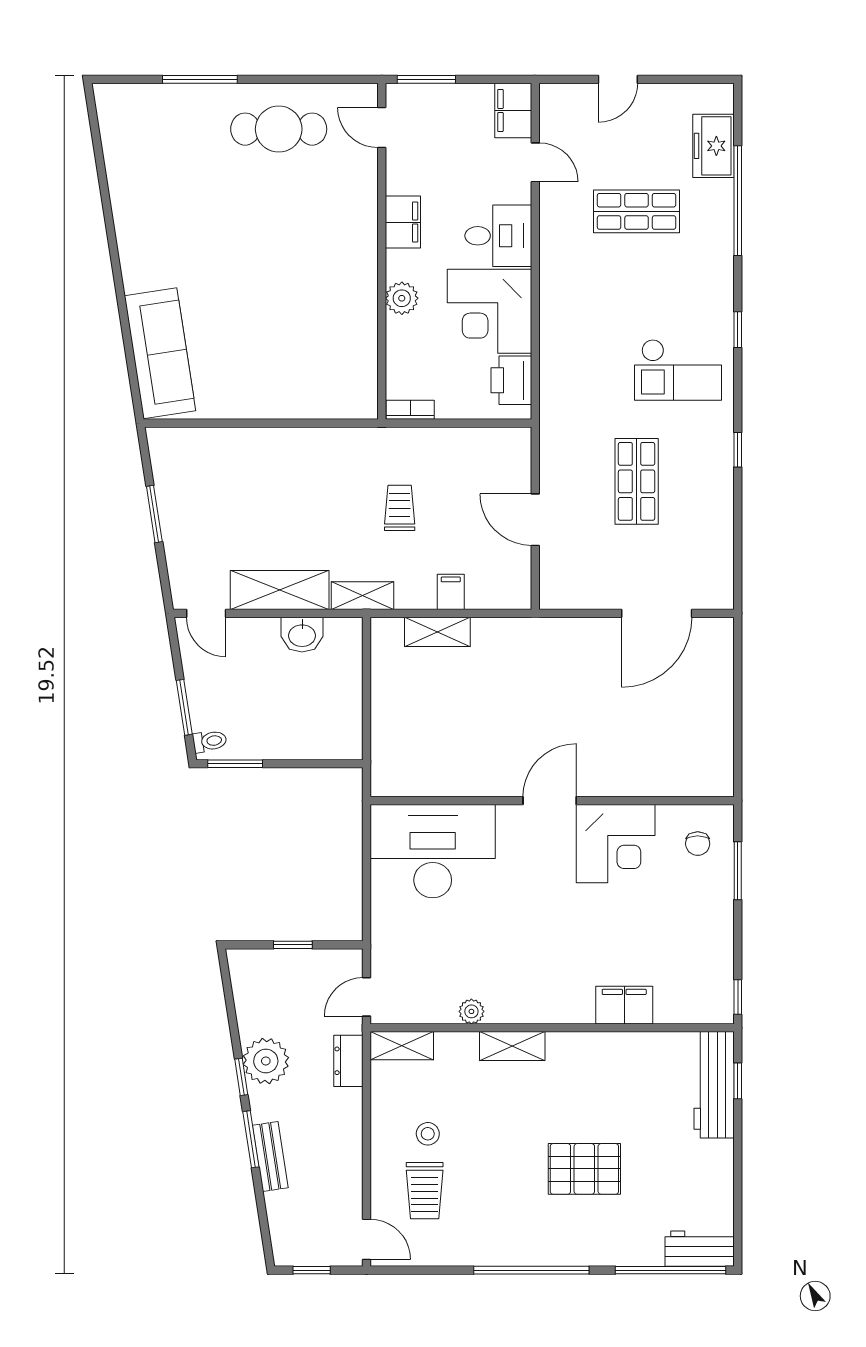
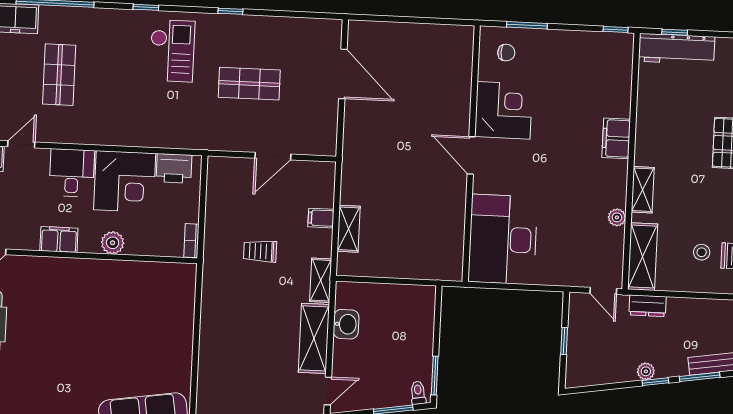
filing cabinet: (624, 1005) -> (616, 138), moved
shelving: (402, 1046) -> (643, 257), width x1.50, depth x1.33
plant: (266, 1061) -> (646, 371), width x0.53, depth x0.53

